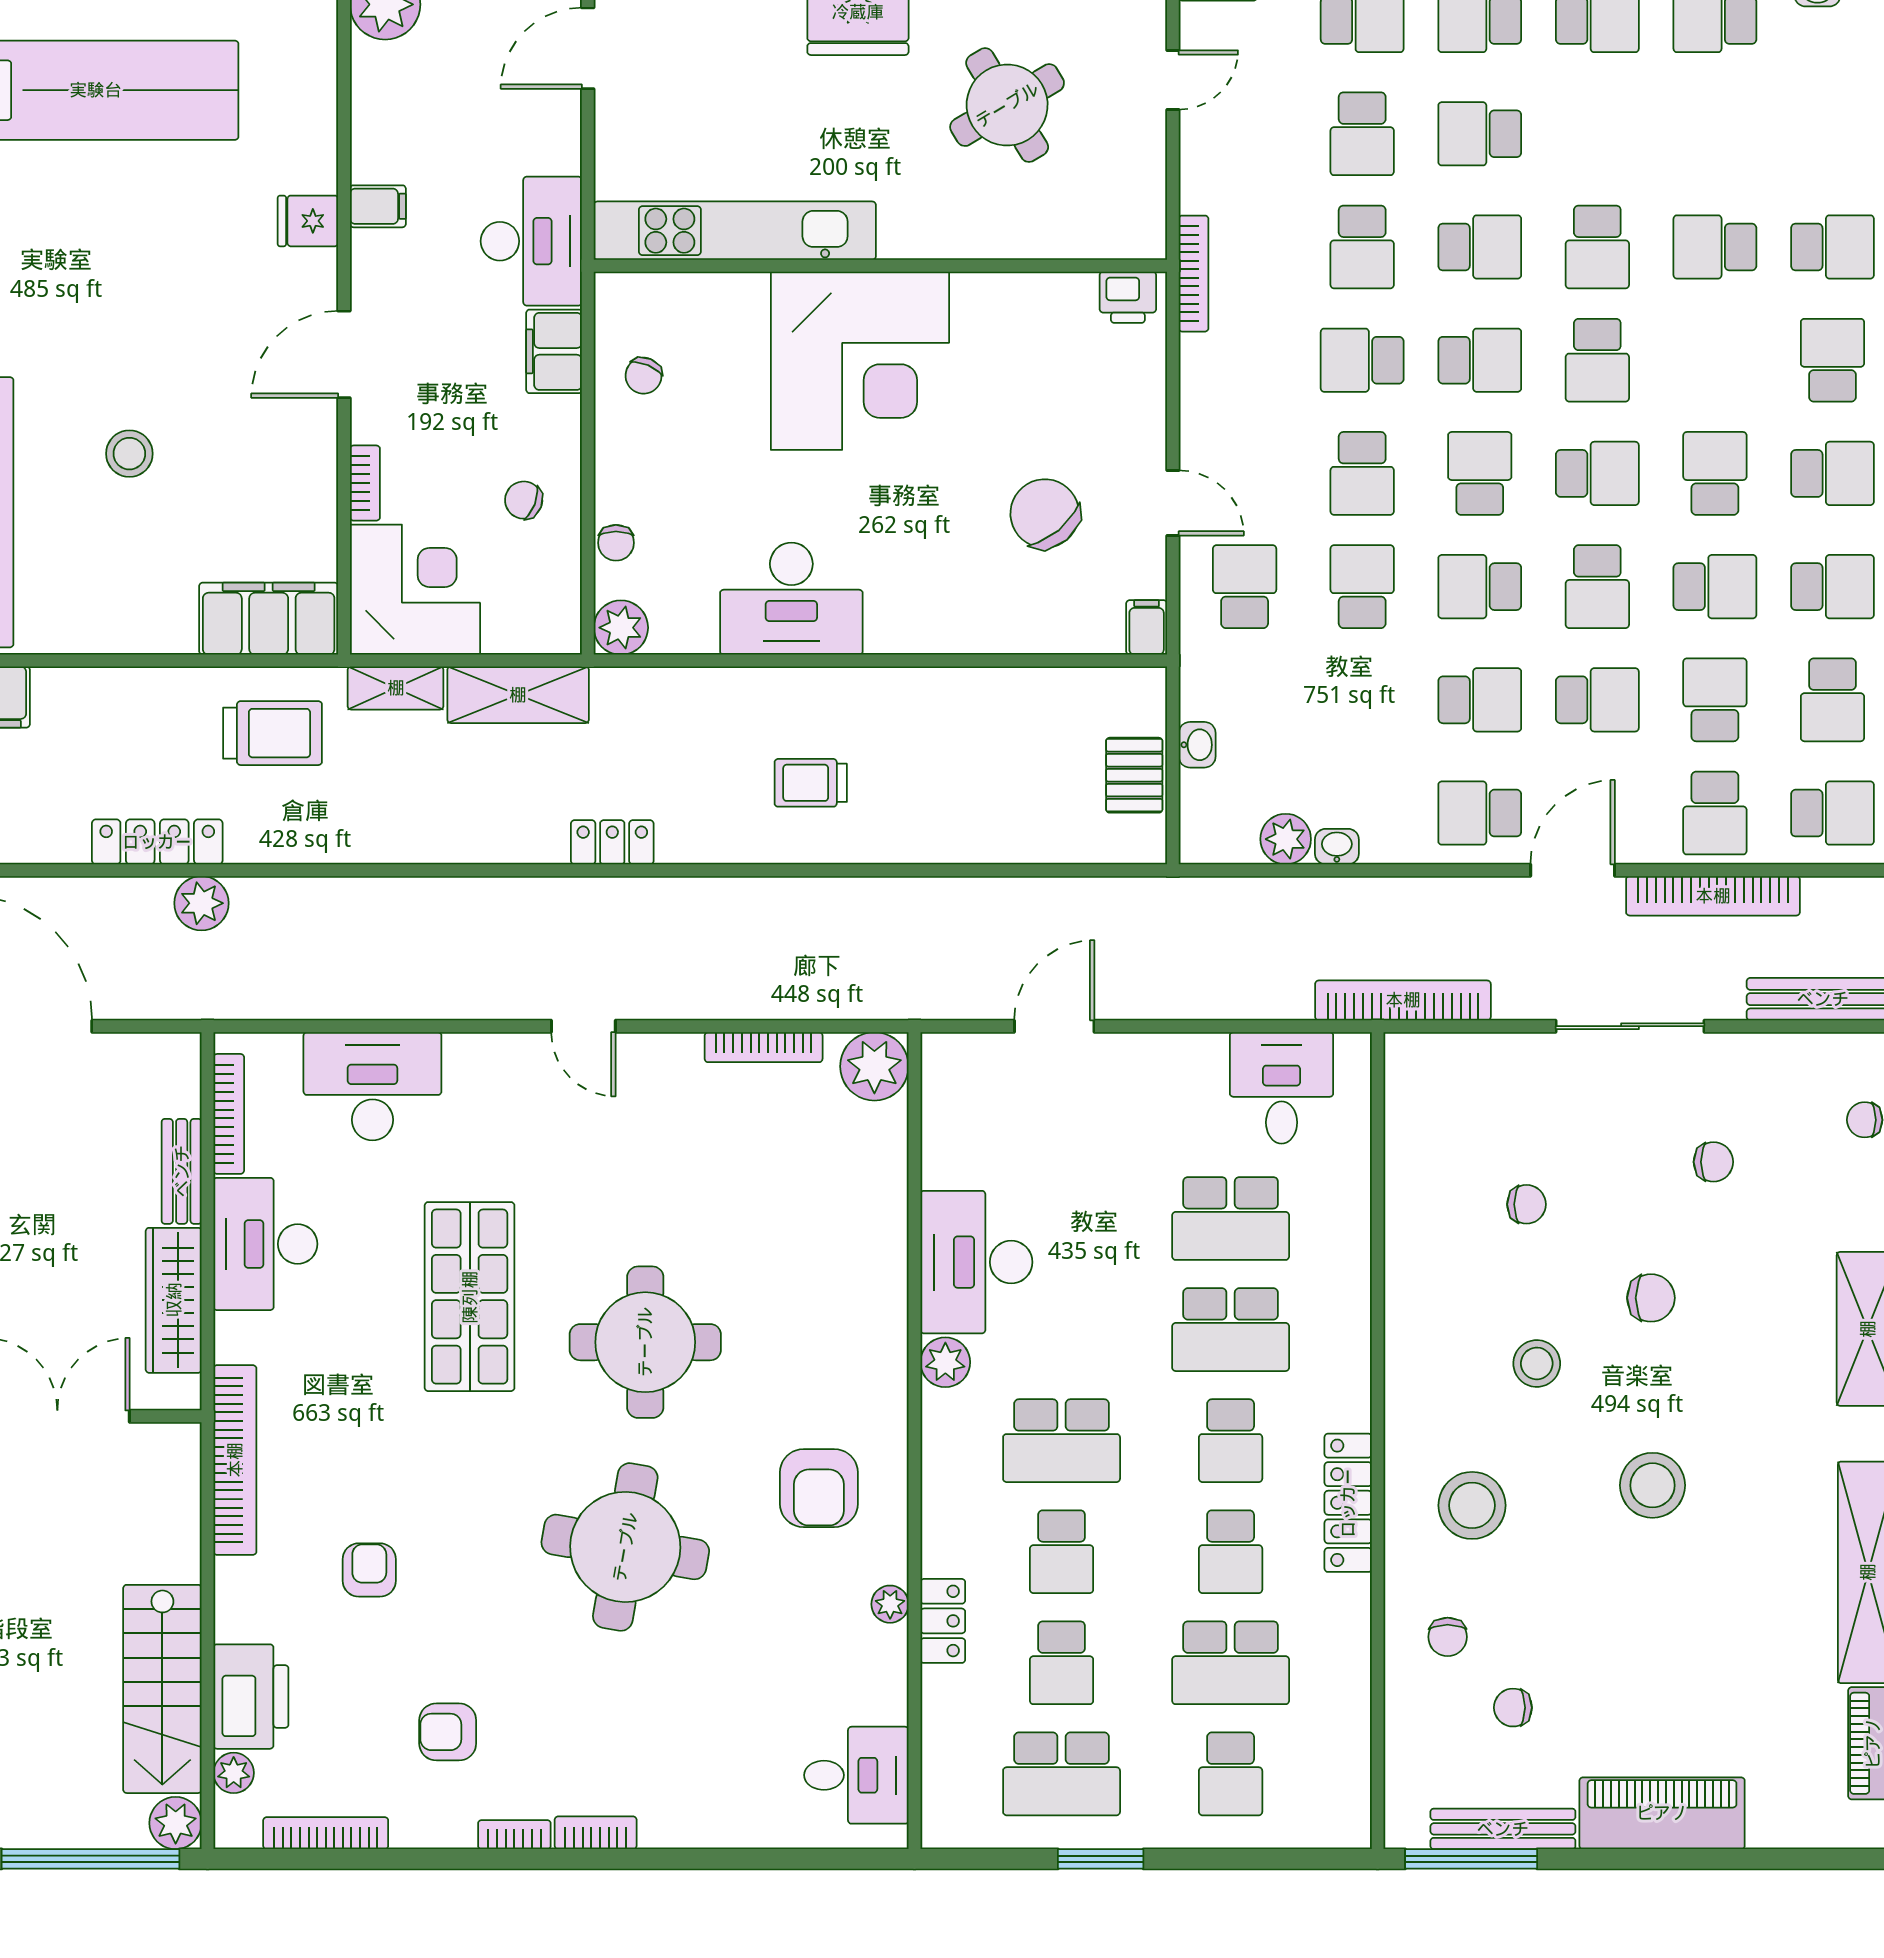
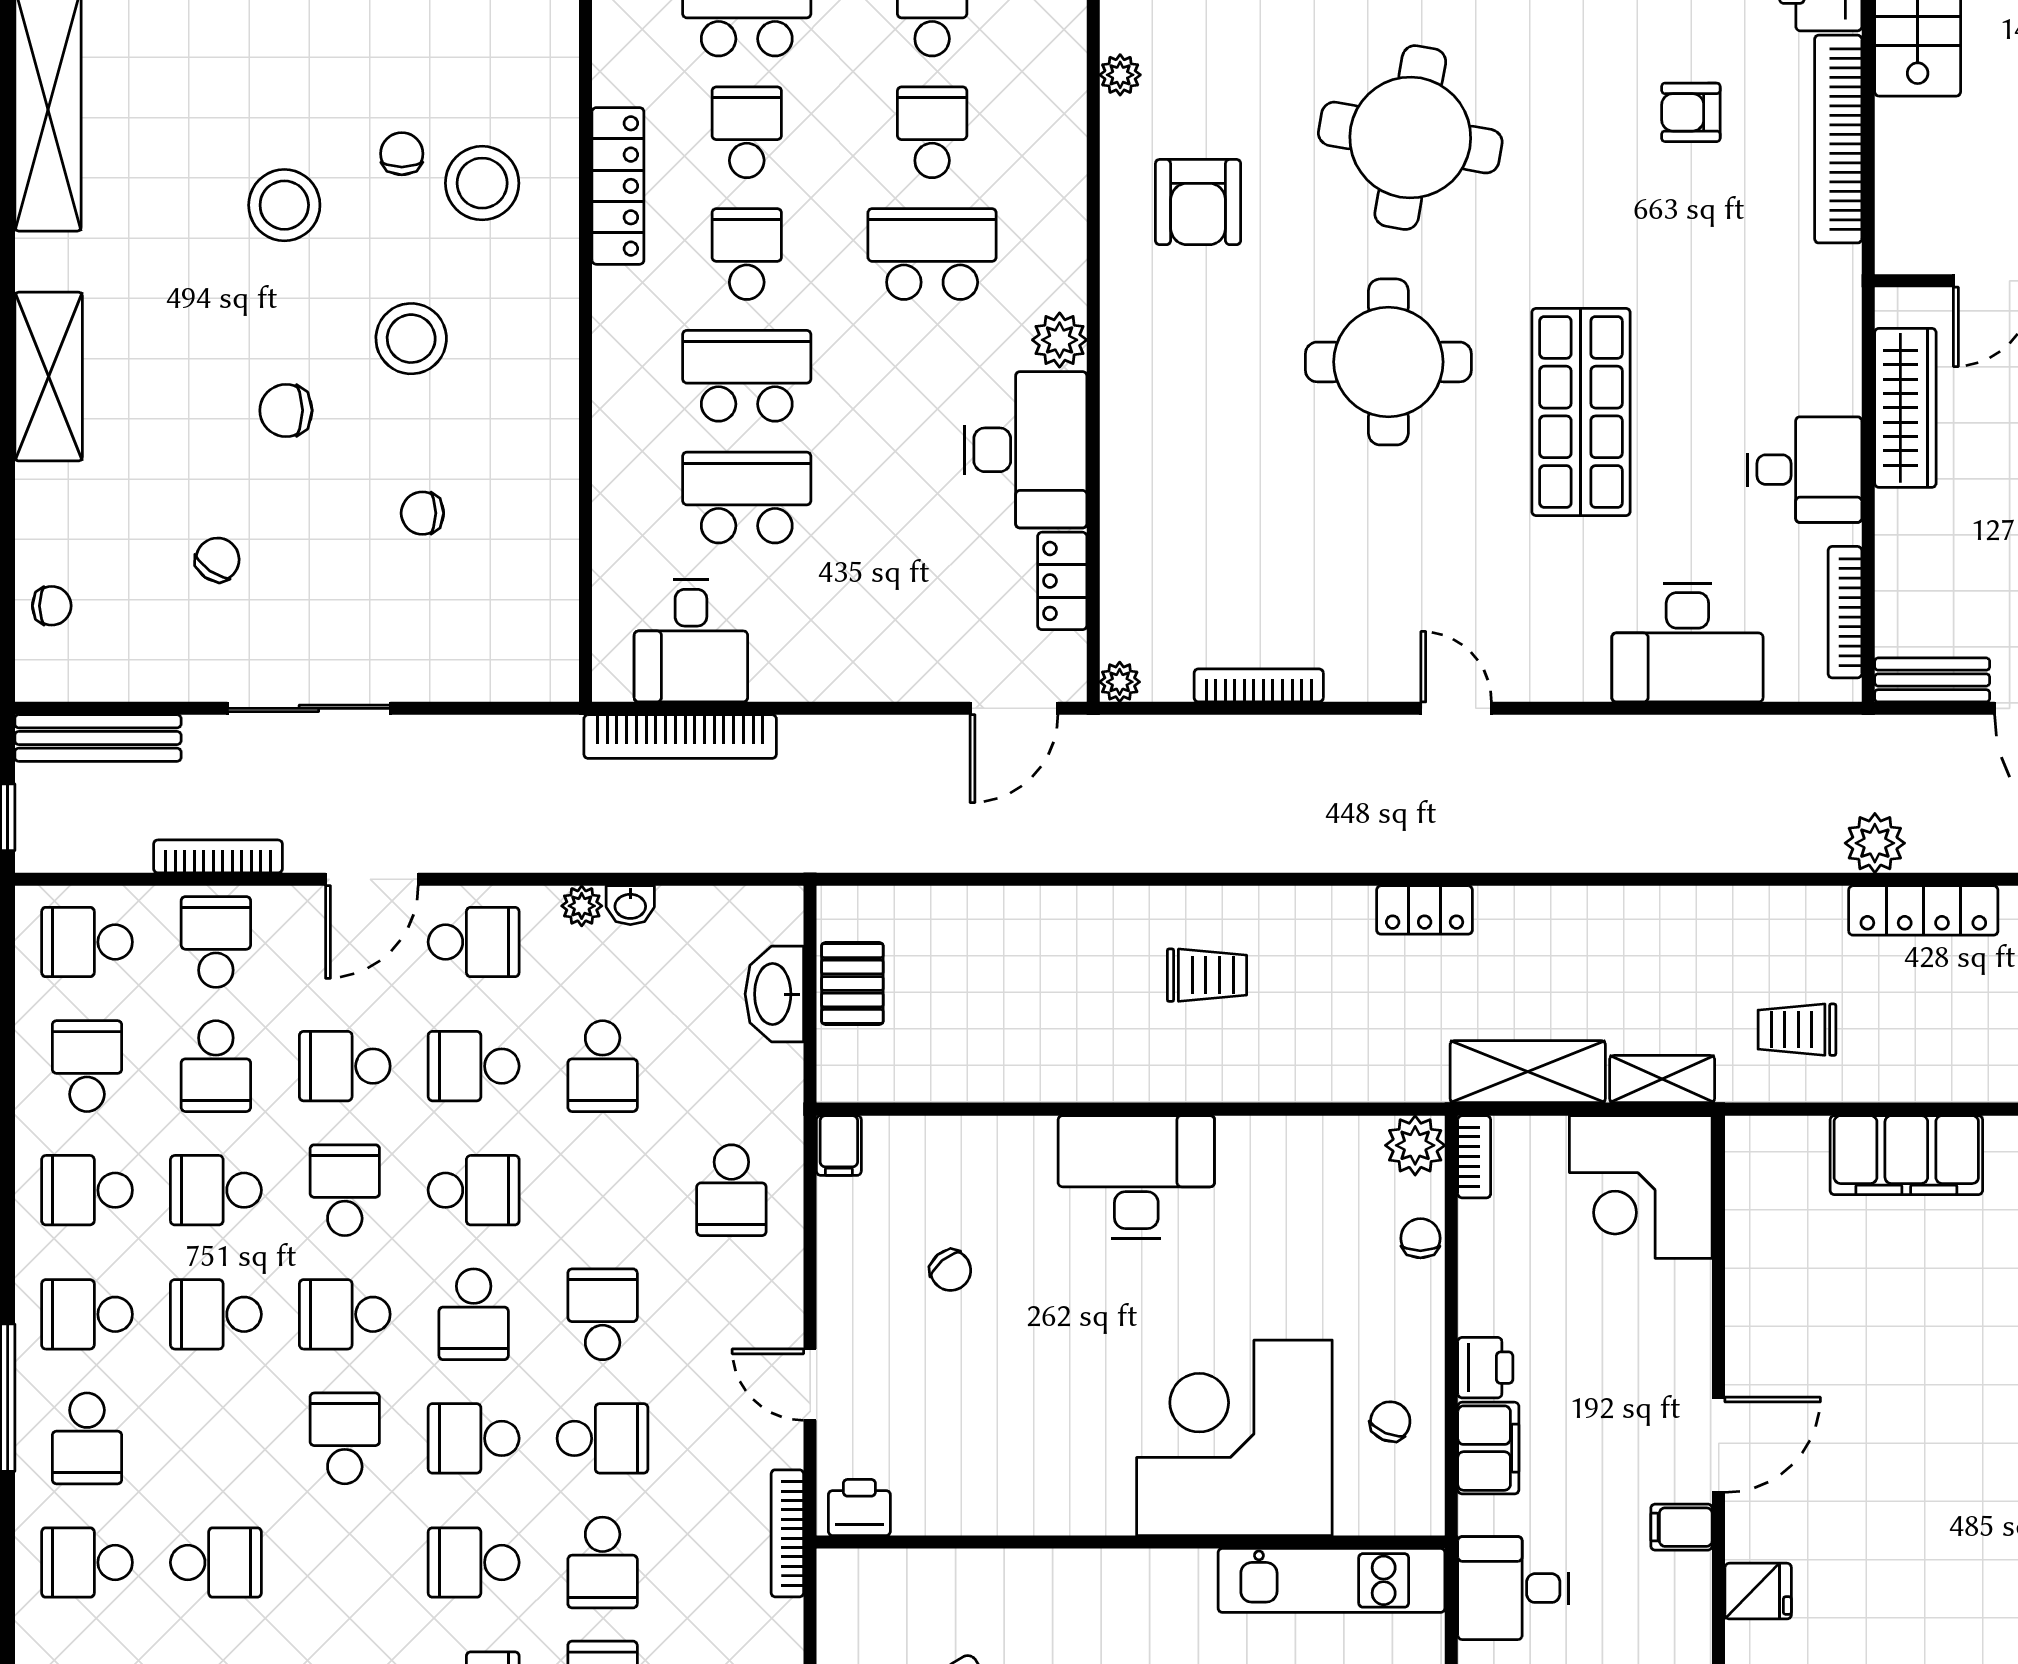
filing cabinet: (378, 206) -> (1681, 1527), moved
kitchen unit: (735, 231) -> (1332, 1580), width x0.73
desk: (531, 241) -> (1513, 1588), width x0.73
school desk: (1362, 247) -> (603, 1562), turned 180
school desk: (1597, 247) -> (345, 1562), removed
corner desk: (860, 361) -> (1234, 1438), moved
printer: (557, 425) -> (1485, 1368), added
stool: (129, 454) -> (1954, 1336), removed
school desk: (1715, 473) -> (216, 1314), turned 90
bookcase: (365, 483) -> (1474, 1157), moved, turned 180
chair: (524, 500) -> (1522, 1285), removed
door: (1173, 503) -> (810, 1385), moved
chair: (1045, 514) -> (951, 1270), width x0.54, depth x0.54
school desk: (1362, 587) -> (603, 1066), moved
desk: (791, 599) -> (1136, 1177), moved
filing cabinet: (269, 619) -> (1906, 1155), moved
trolley: (273, 733) -> (1797, 1030), width x0.73, depth x0.72
washbasin: (1197, 745) -> (774, 994), width x1.91, depth x1.45
plant: (1286, 839) -> (582, 906), moved, width x0.73, depth x0.73
bookcase: (1713, 896) -> (218, 856), width x0.68, depth x0.76
bookcase: (1403, 1000) -> (680, 737), moved
door: (1054, 1026) -> (1014, 708), moved
plant: (874, 1066) -> (1120, 682), width x0.53, depth x0.53
chair: (1713, 1162) -> (217, 560), turned 125
bench: (182, 1171) -> (1932, 680), moved, turned 90
desk: (265, 1244) -> (1805, 470), width x0.73
stool: (1537, 1363) -> (411, 339), width x1.38, depth x1.38
bookcase: (235, 1460) -> (1838, 139), moved
armchair: (819, 1488) -> (1198, 202), turned 180
armchair: (369, 1570) -> (1691, 112), turned 90
locker: (943, 1621) -> (1062, 581), moved
chair: (1448, 1637) -> (402, 154), moved

